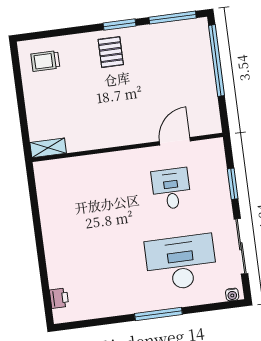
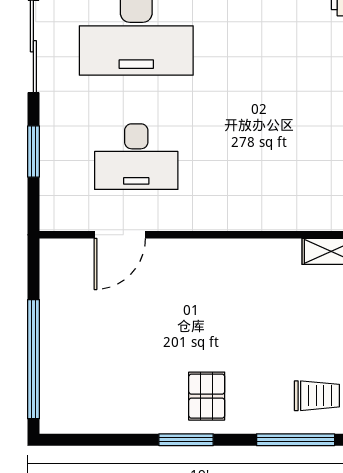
window: (173, 18) -> (296, 440), moved
desk: (171, 189) -> (136, 157), width x1.37

